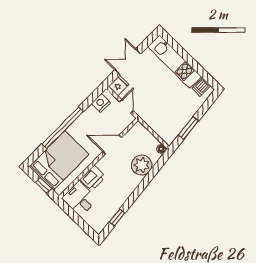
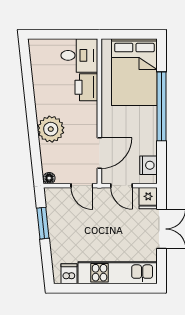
door: (148, 127) -> (82, 186), added
door: (112, 145) -> (99, 153), moved
plant: (142, 165) -> (51, 129), moved
window: (43, 186) -> (126, 34), removed
window: (117, 217) -> (27, 73), removed

